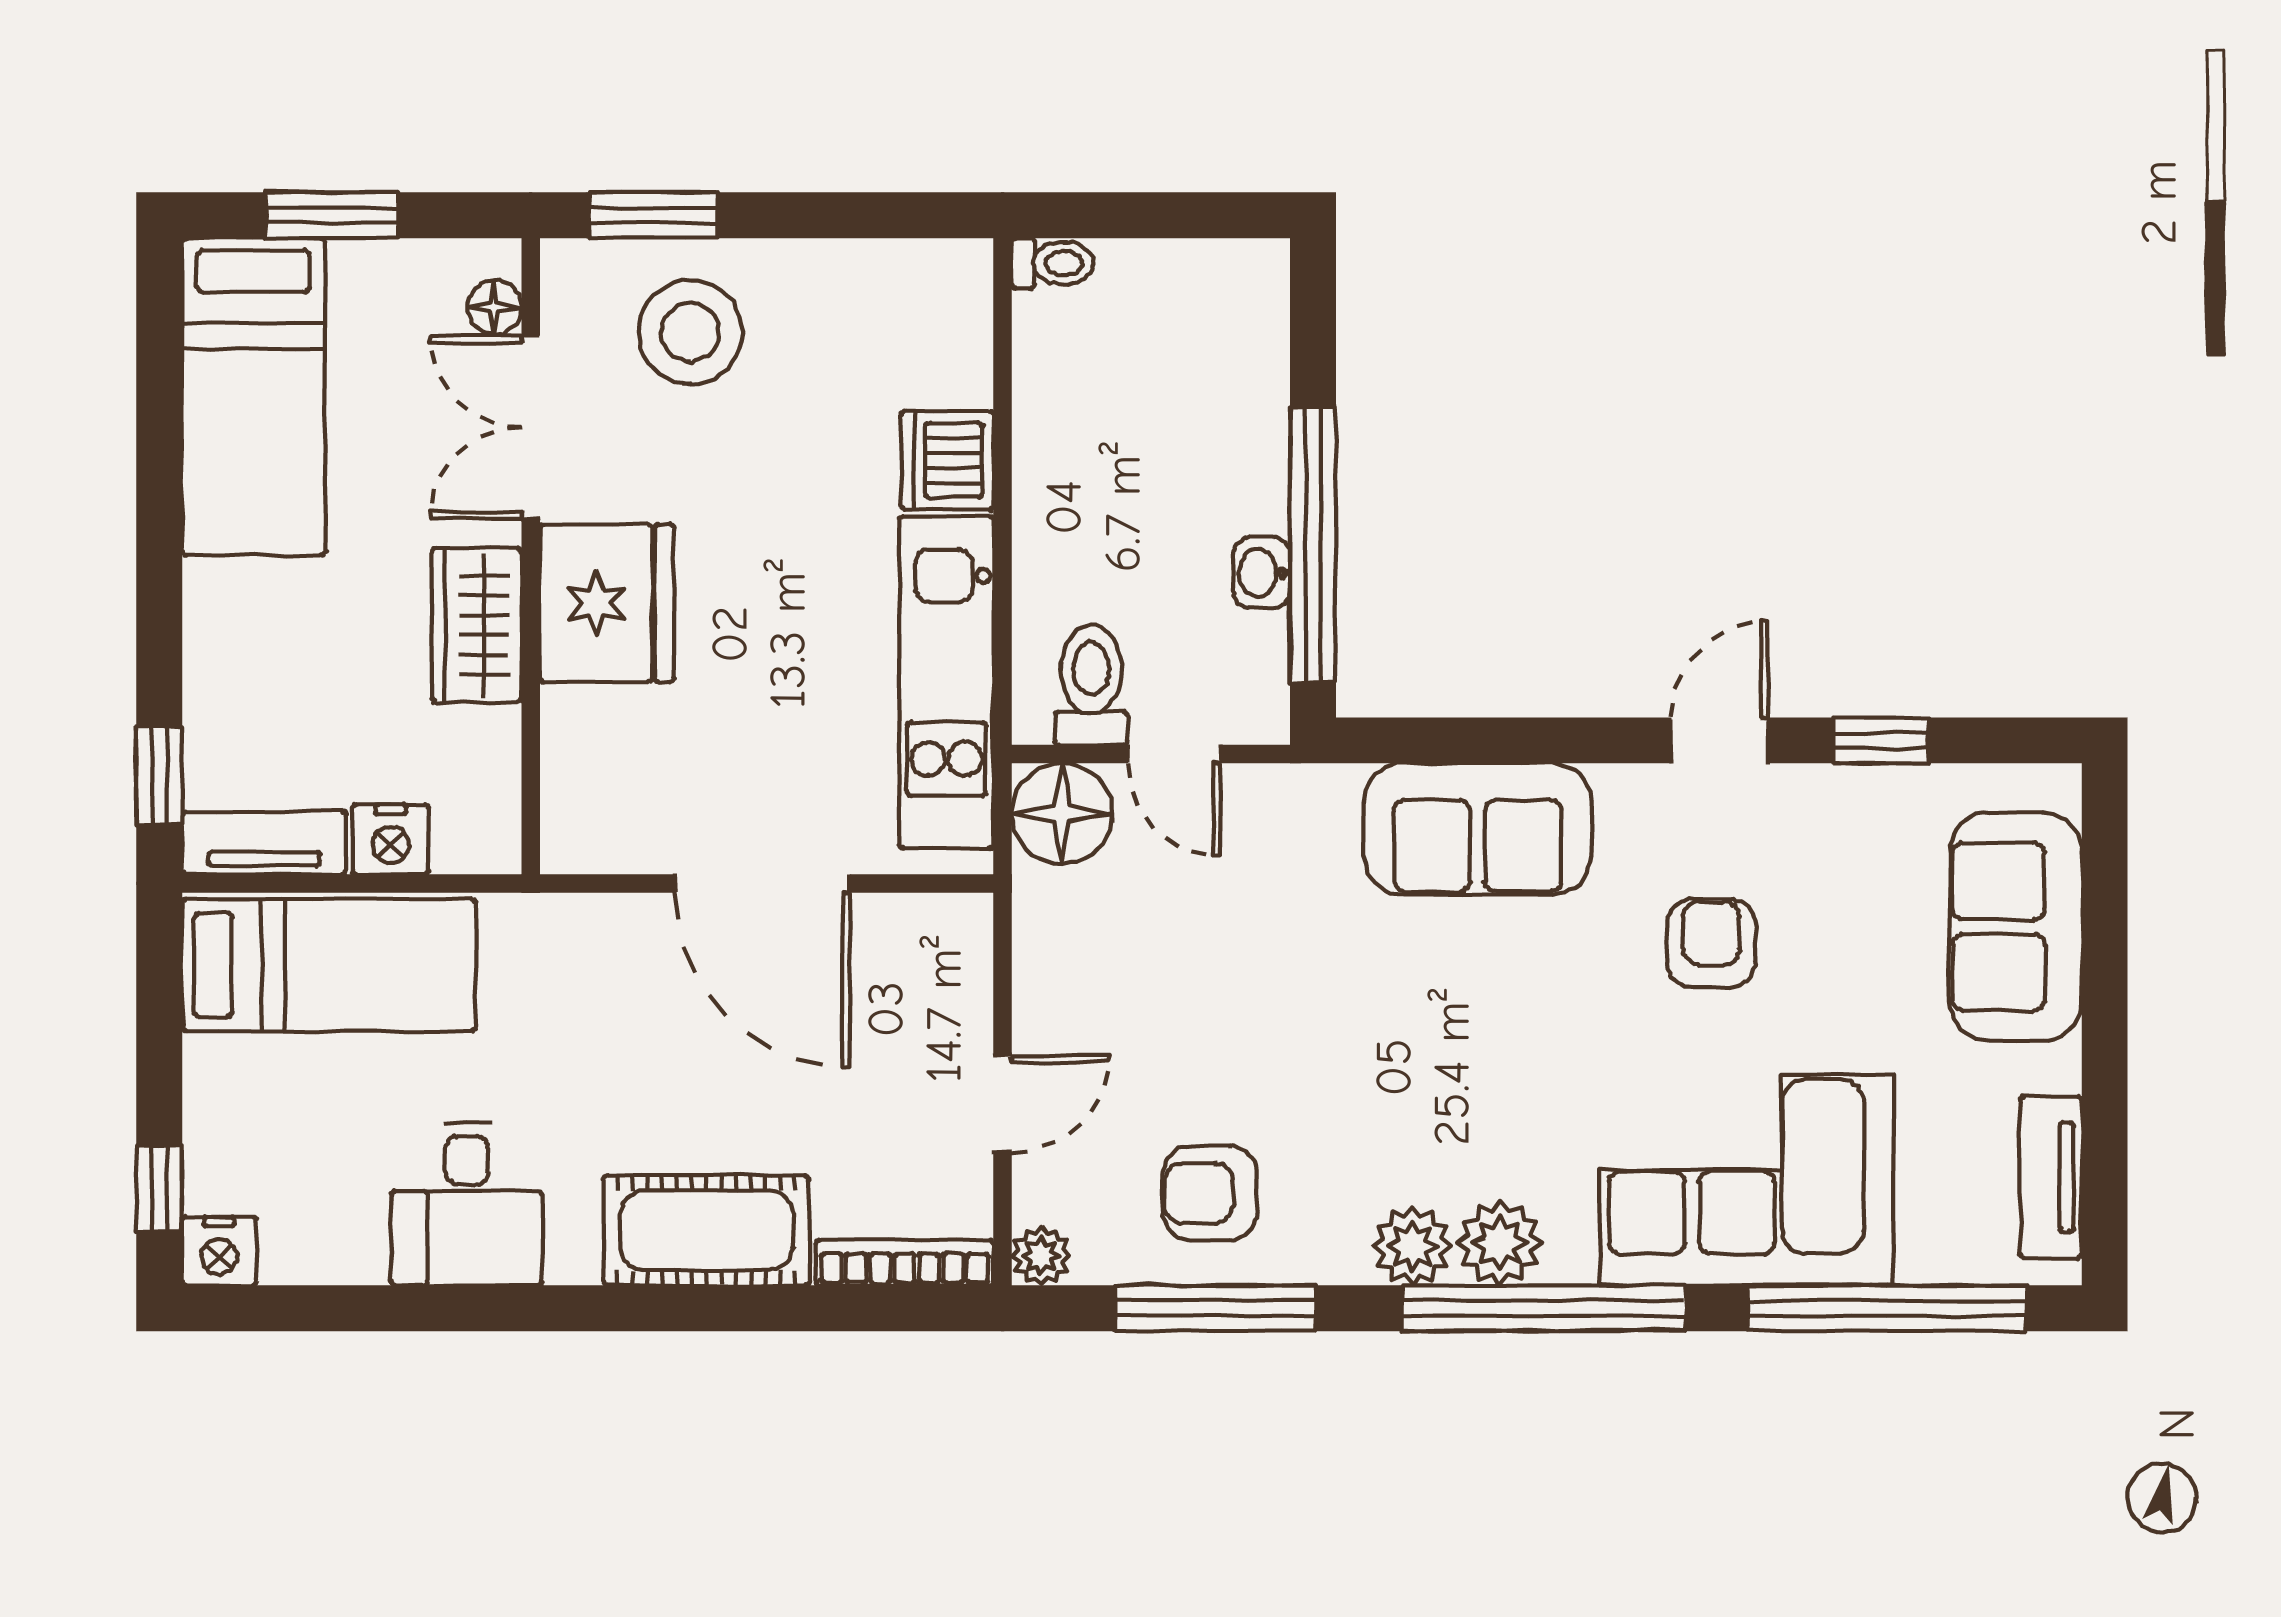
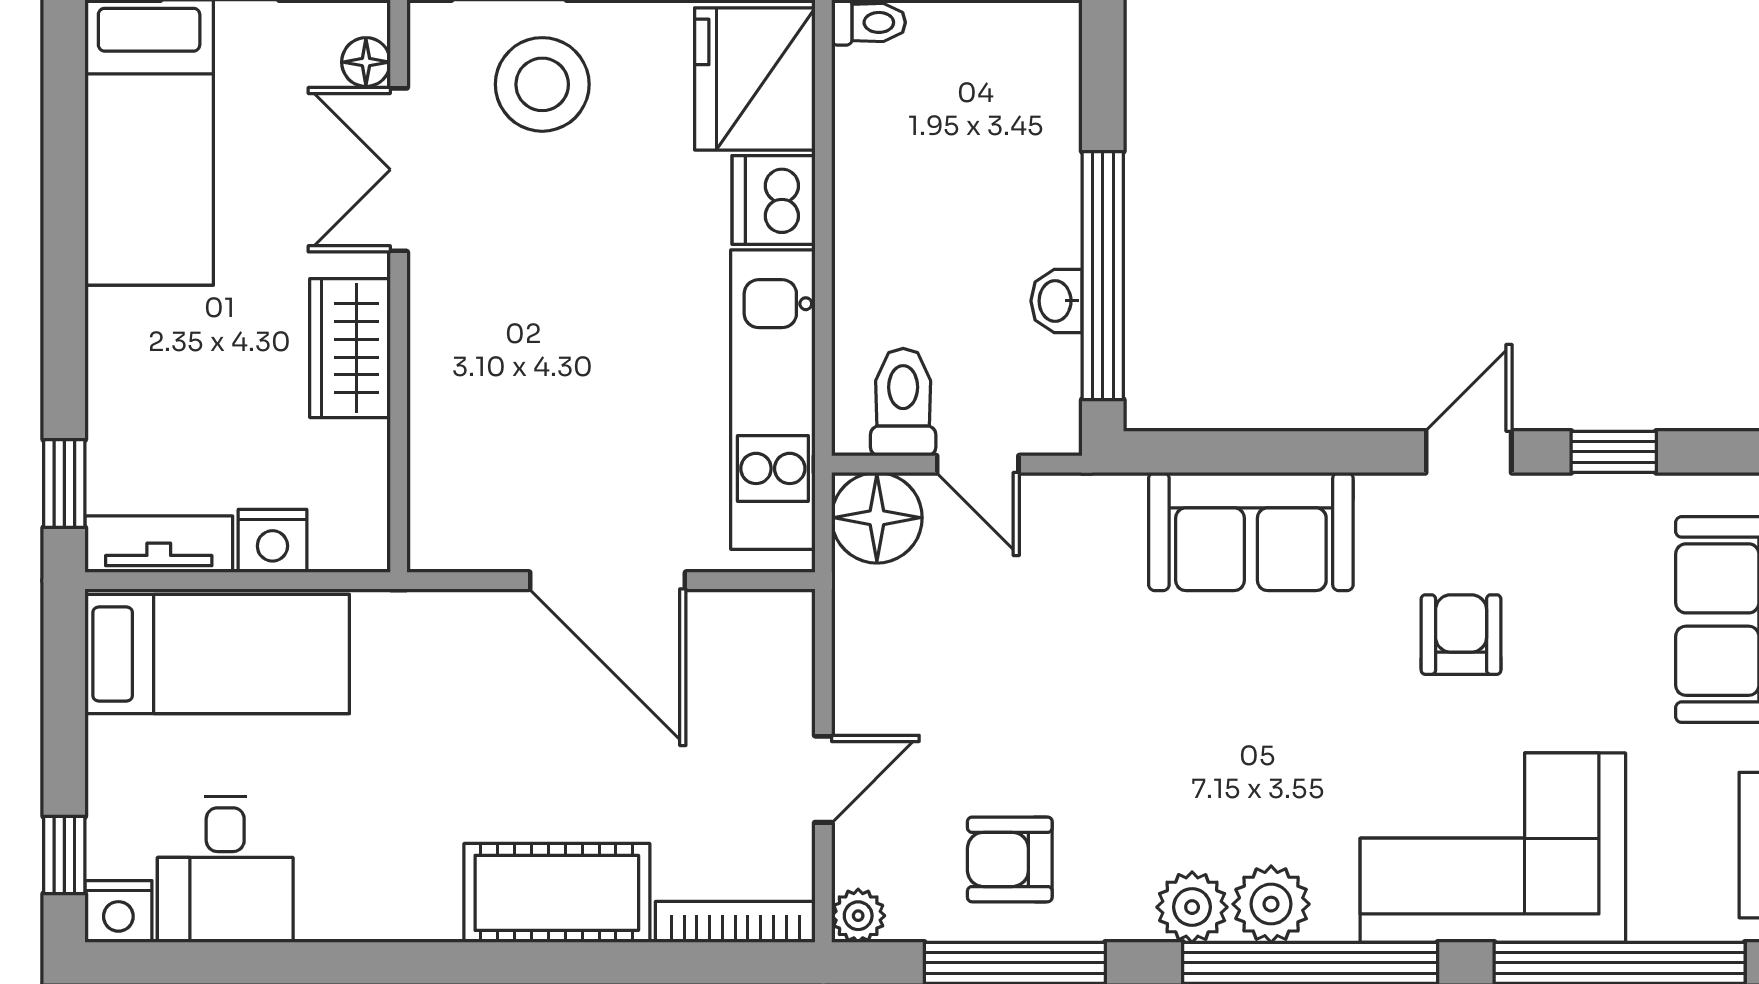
fridge: (607, 603) -> (755, 79), moved, turned 180
desk: (467, 1204) -> (225, 869), moved

